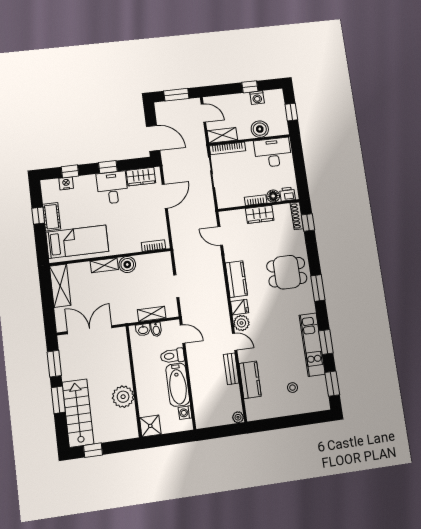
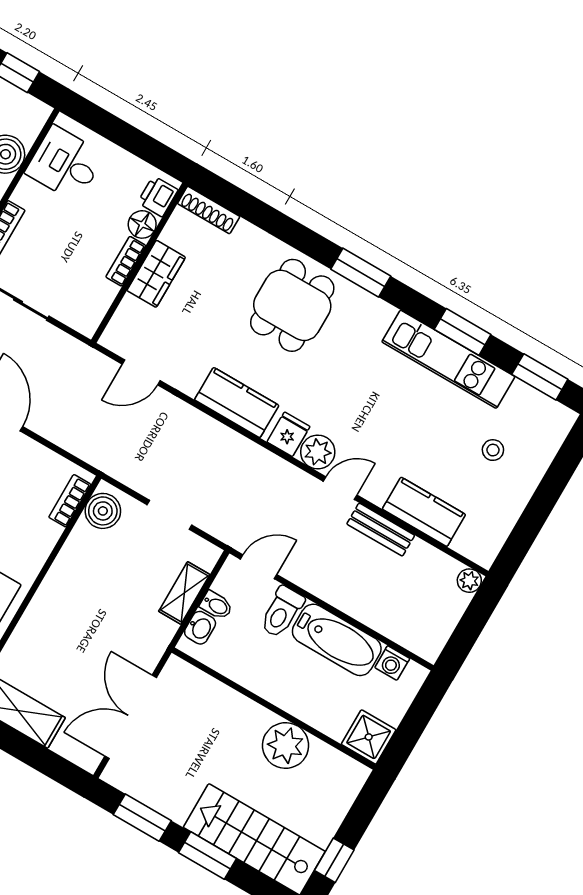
desk: (273, 153) -> (65, 164), width x0.73
window: (308, 223) -> (235, 200), removed
shelving: (104, 265) -> (40, 610), removed
boiler: (127, 265) -> (103, 511), moved

